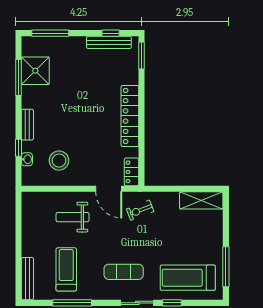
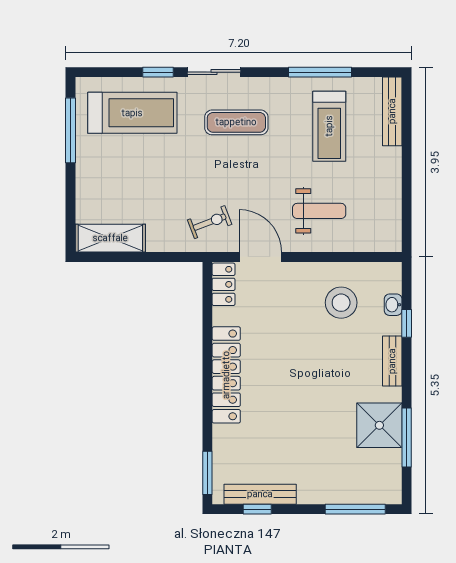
shower: (35, 71) -> (379, 425), moved

